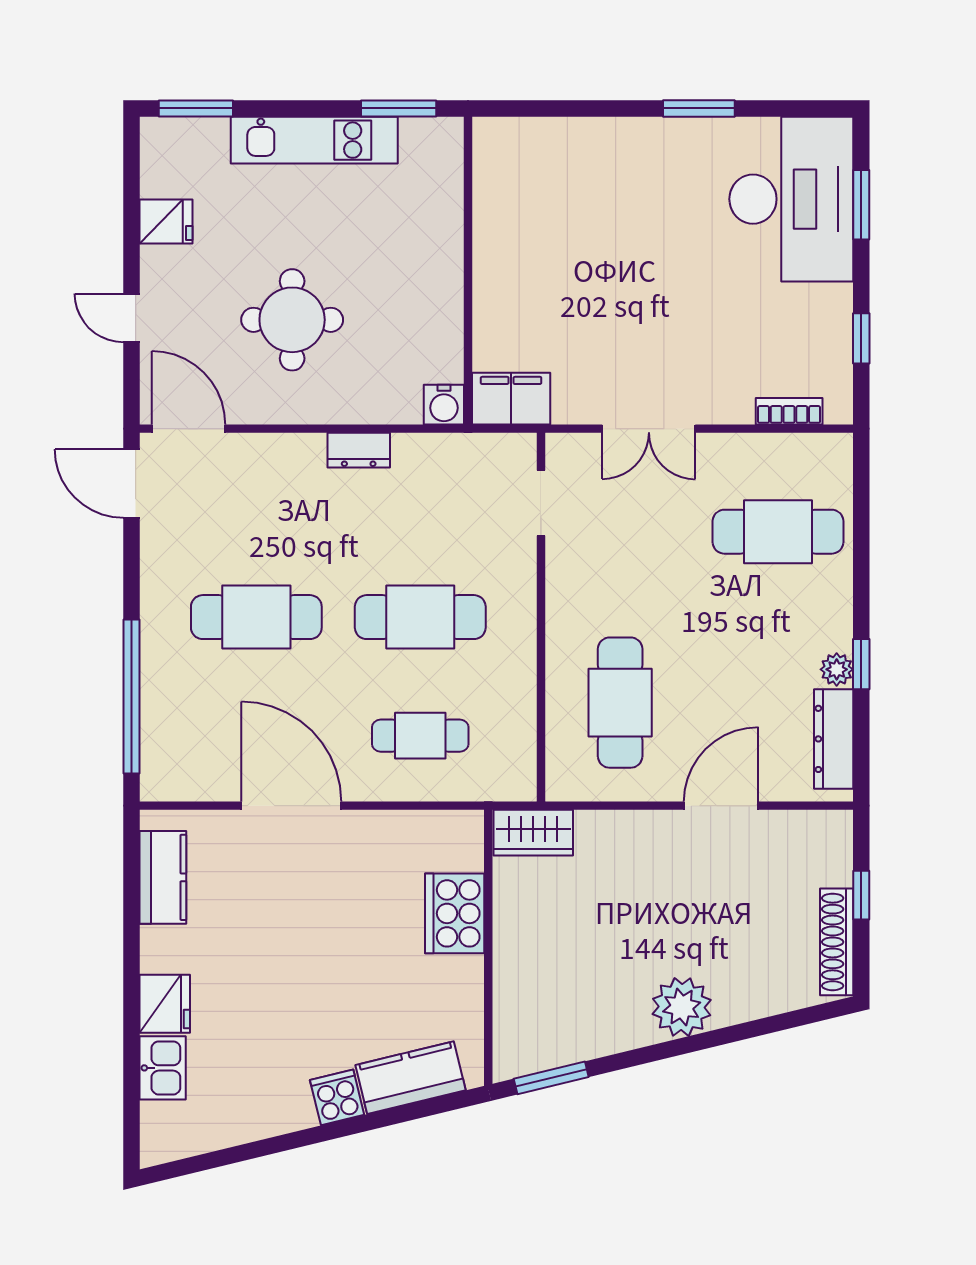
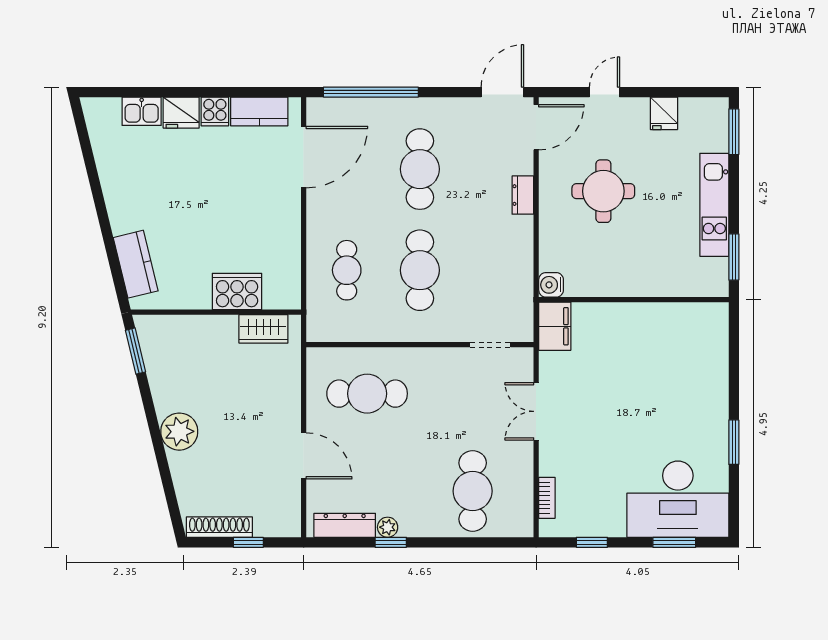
dresser: (359, 450) -> (523, 195), moved
door: (291, 806) -> (304, 157), moved
wardrobe: (533, 833) -> (263, 329), moved, turned -90
cooker: (337, 1097) -> (215, 112), moved, turned 104

